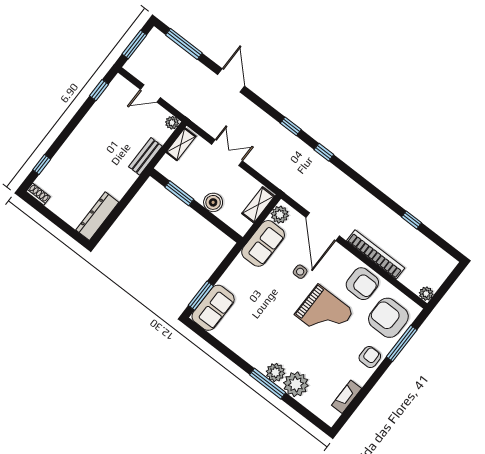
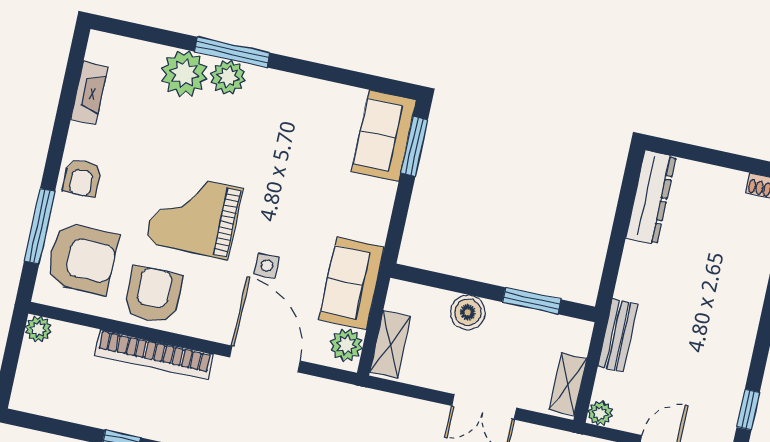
armchair: (362, 284) -> (153, 295), turned 90

